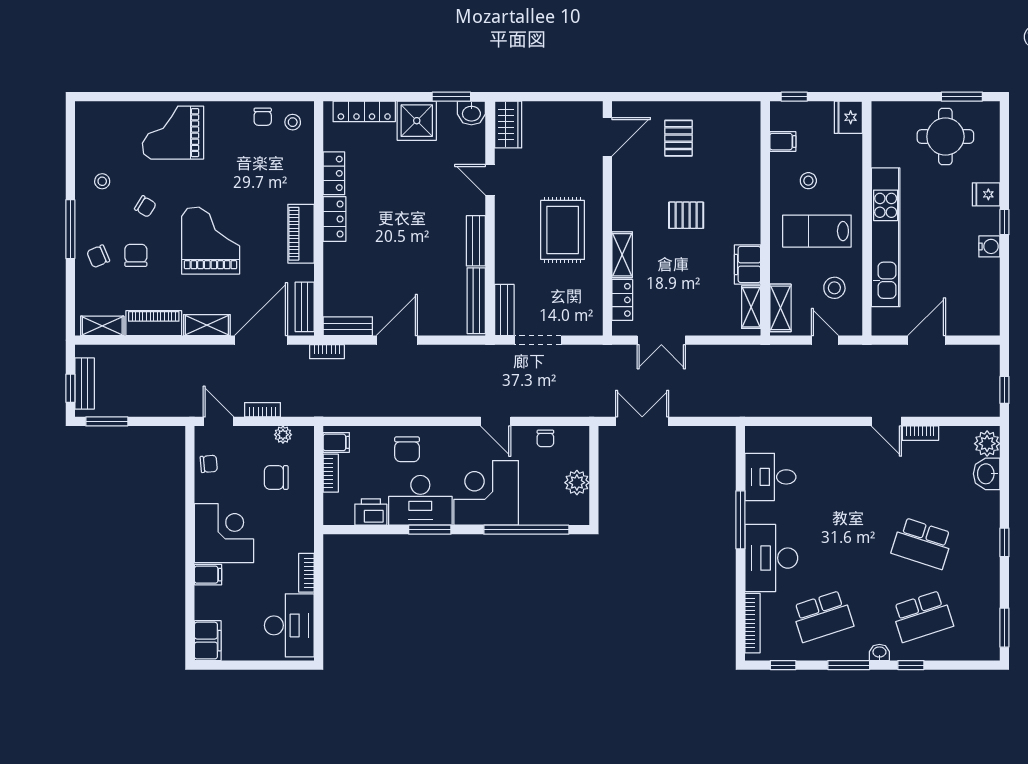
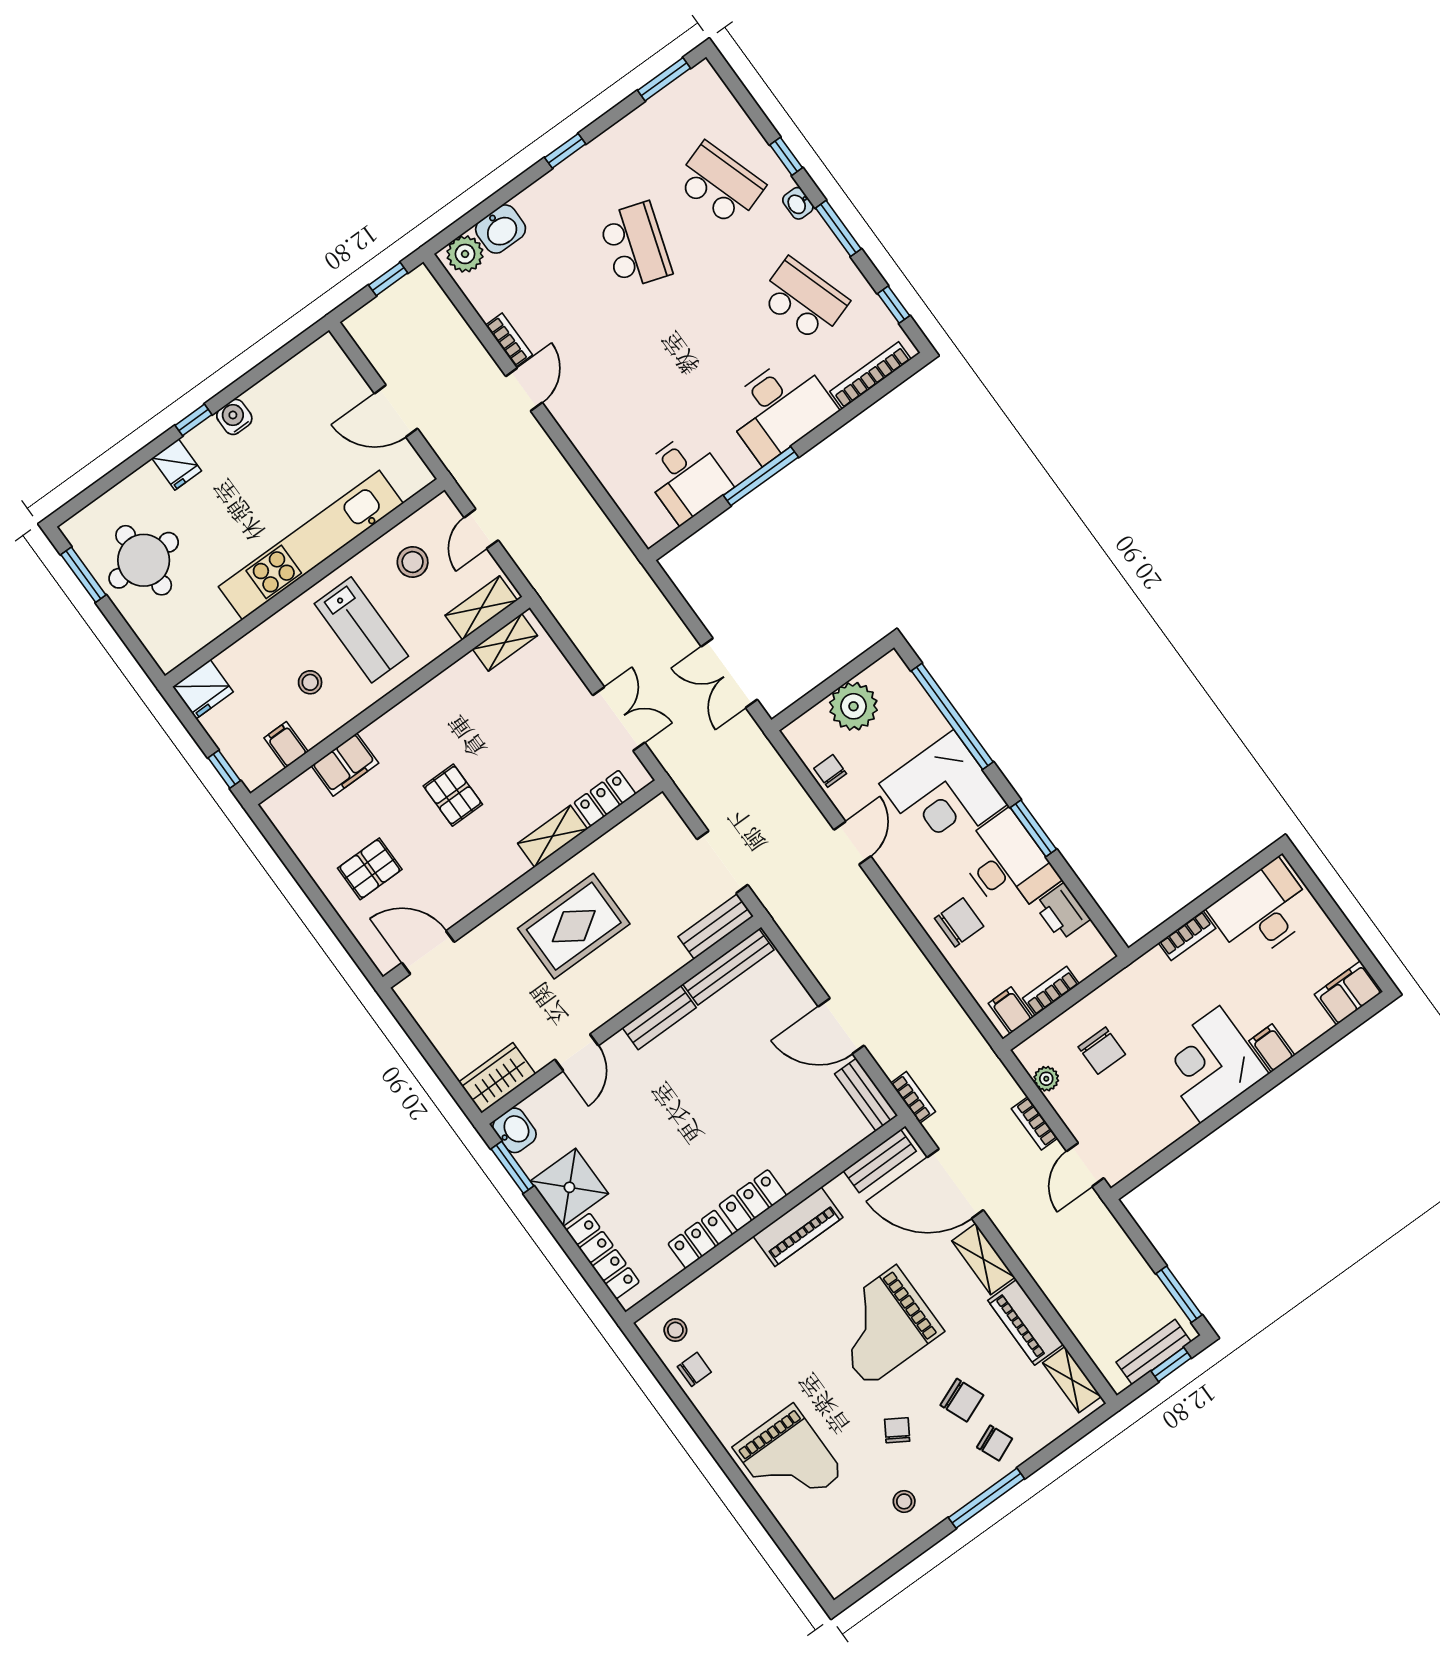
chair: (136, 255) -> (962, 1400), turned -112
filing cabinet: (748, 264) -> (345, 765), moved
chair: (545, 438) -> (830, 771), turned -90
chair: (209, 464) -> (1143, 1140), removed
plant: (577, 483) -> (853, 706), width x1.36, depth x1.36

